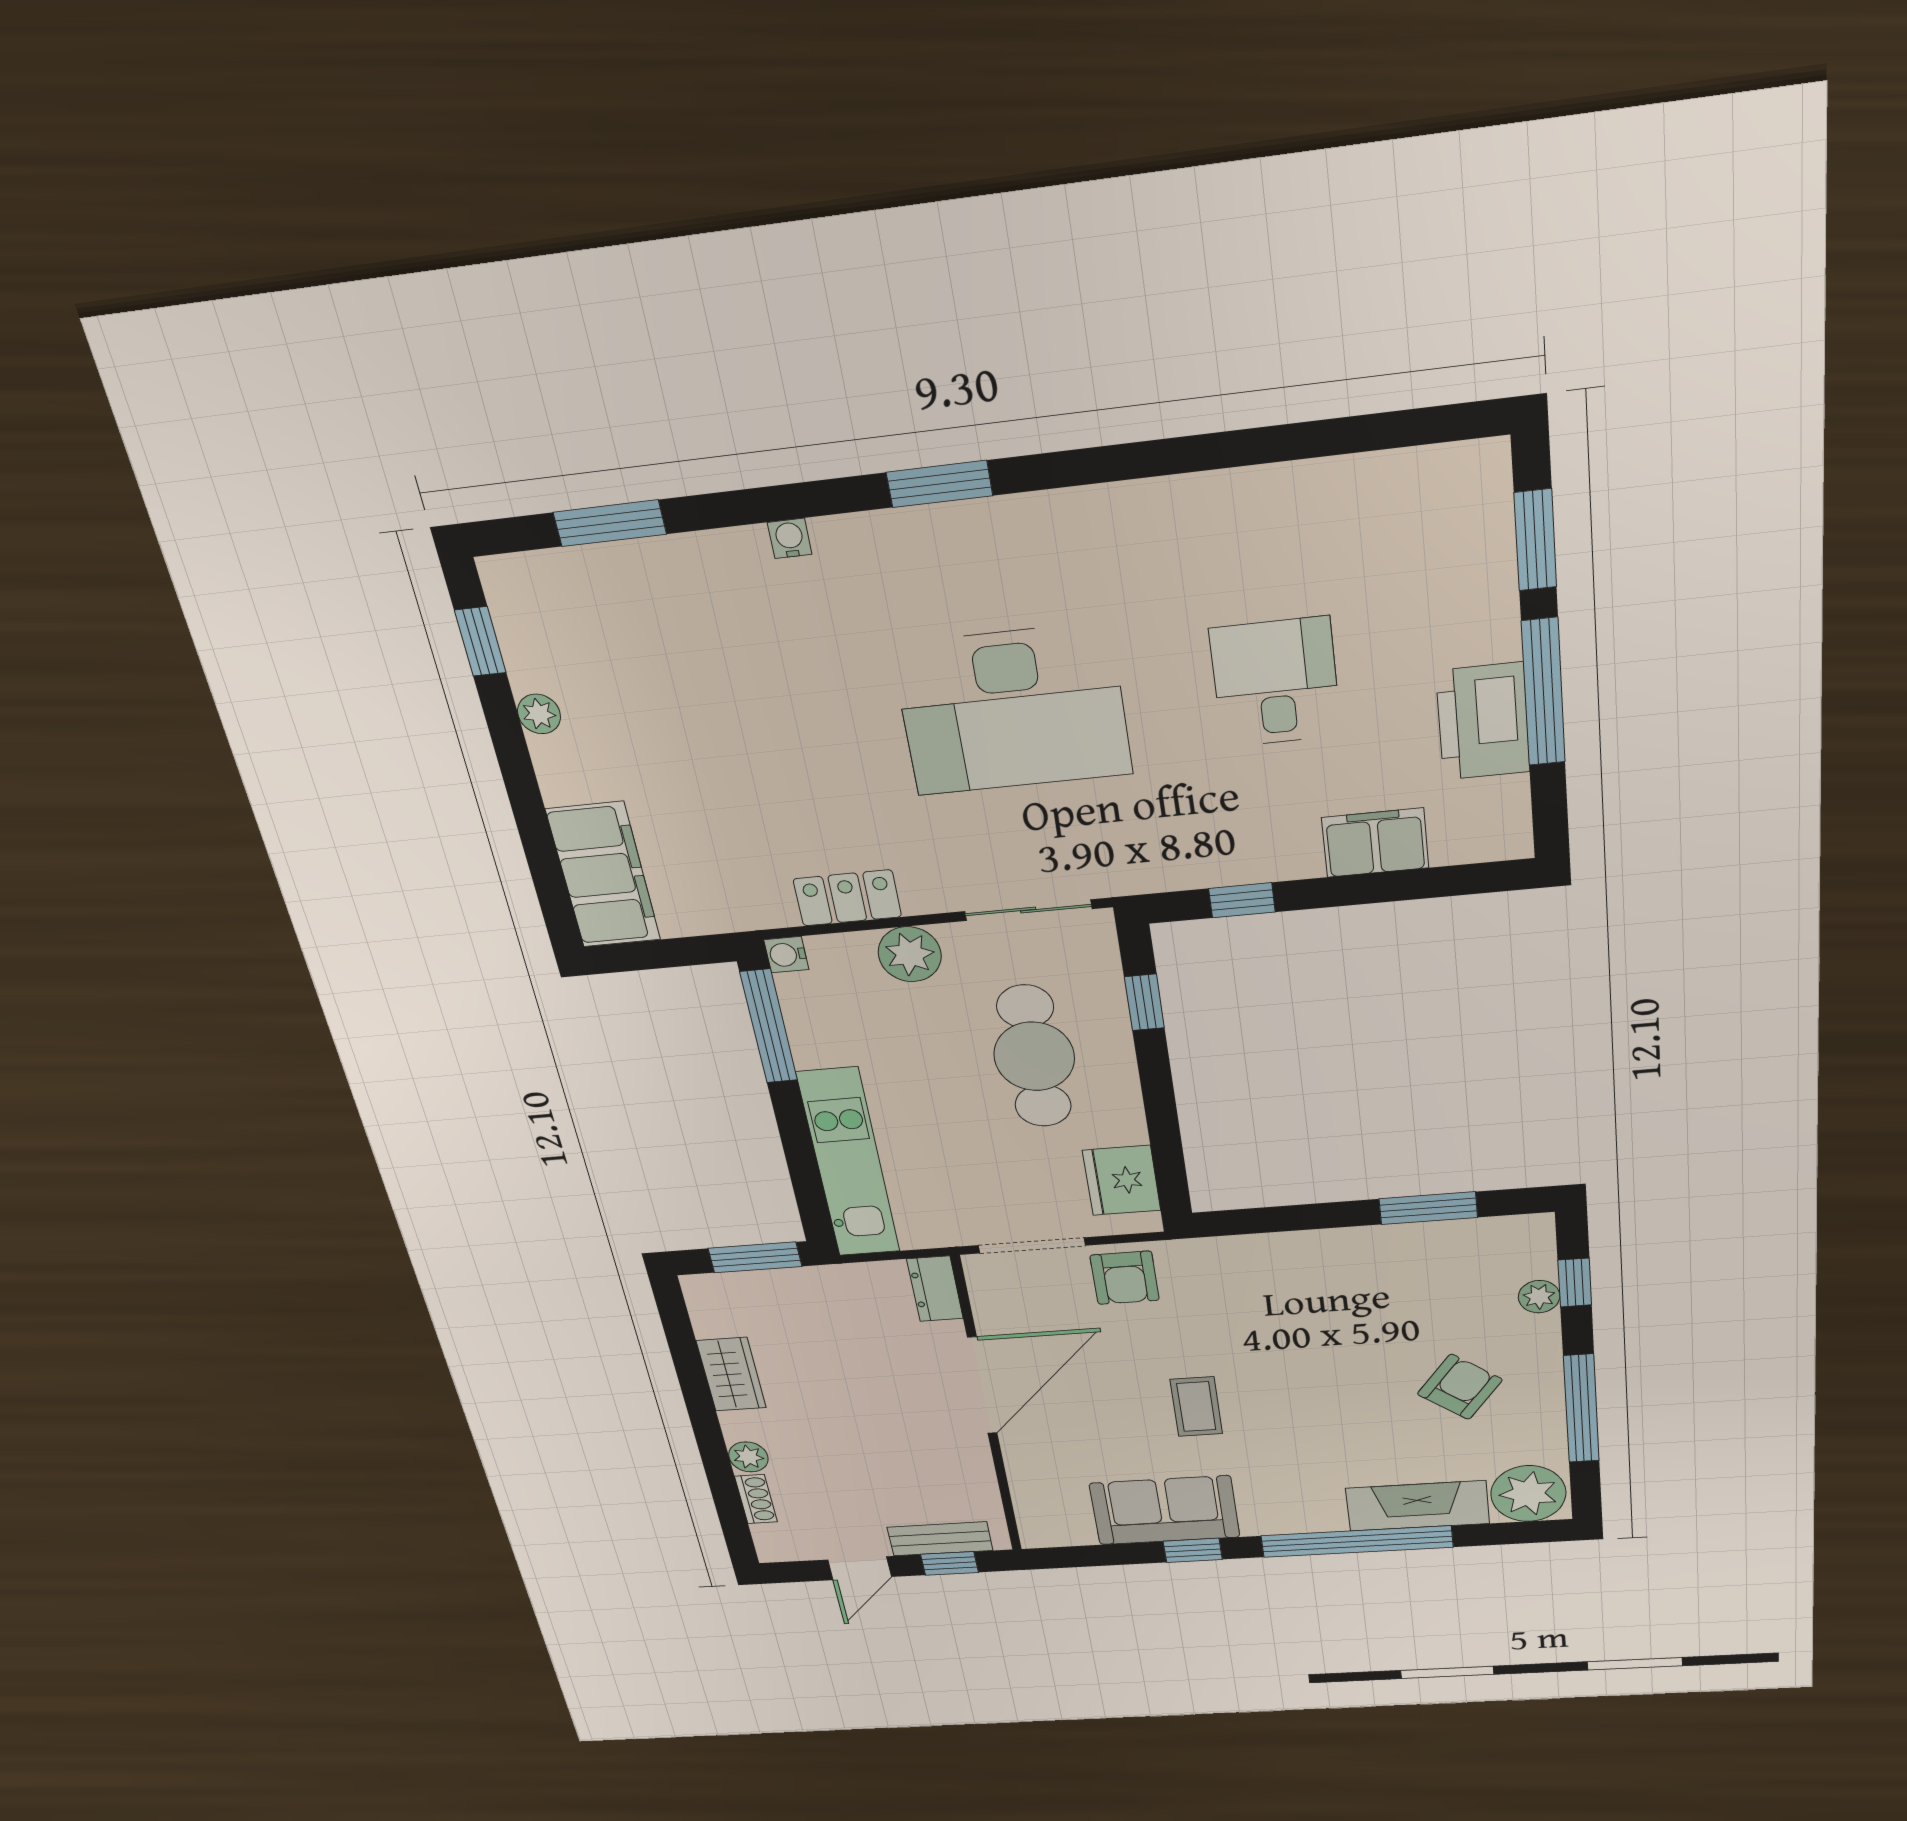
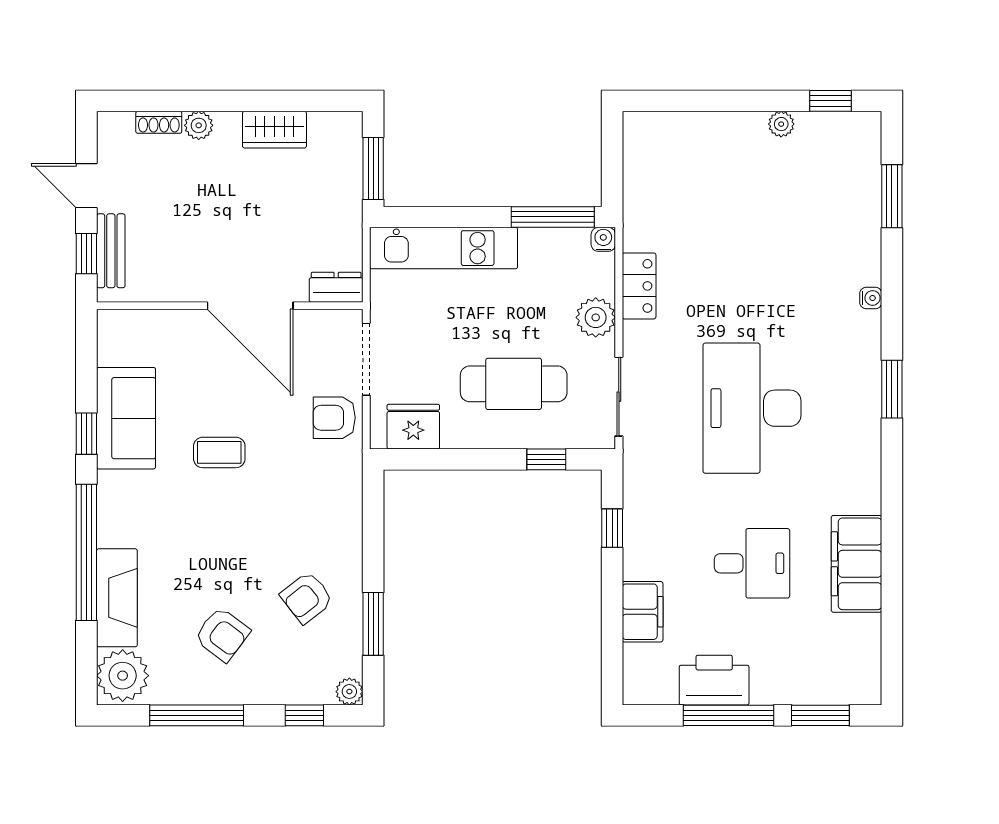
filing cabinet: (603, 875) -> (857, 564), moved, turned 90
armchair: (1396, 1292) -> (307, 598), added
plant: (1539, 1297) -> (349, 692), moved

